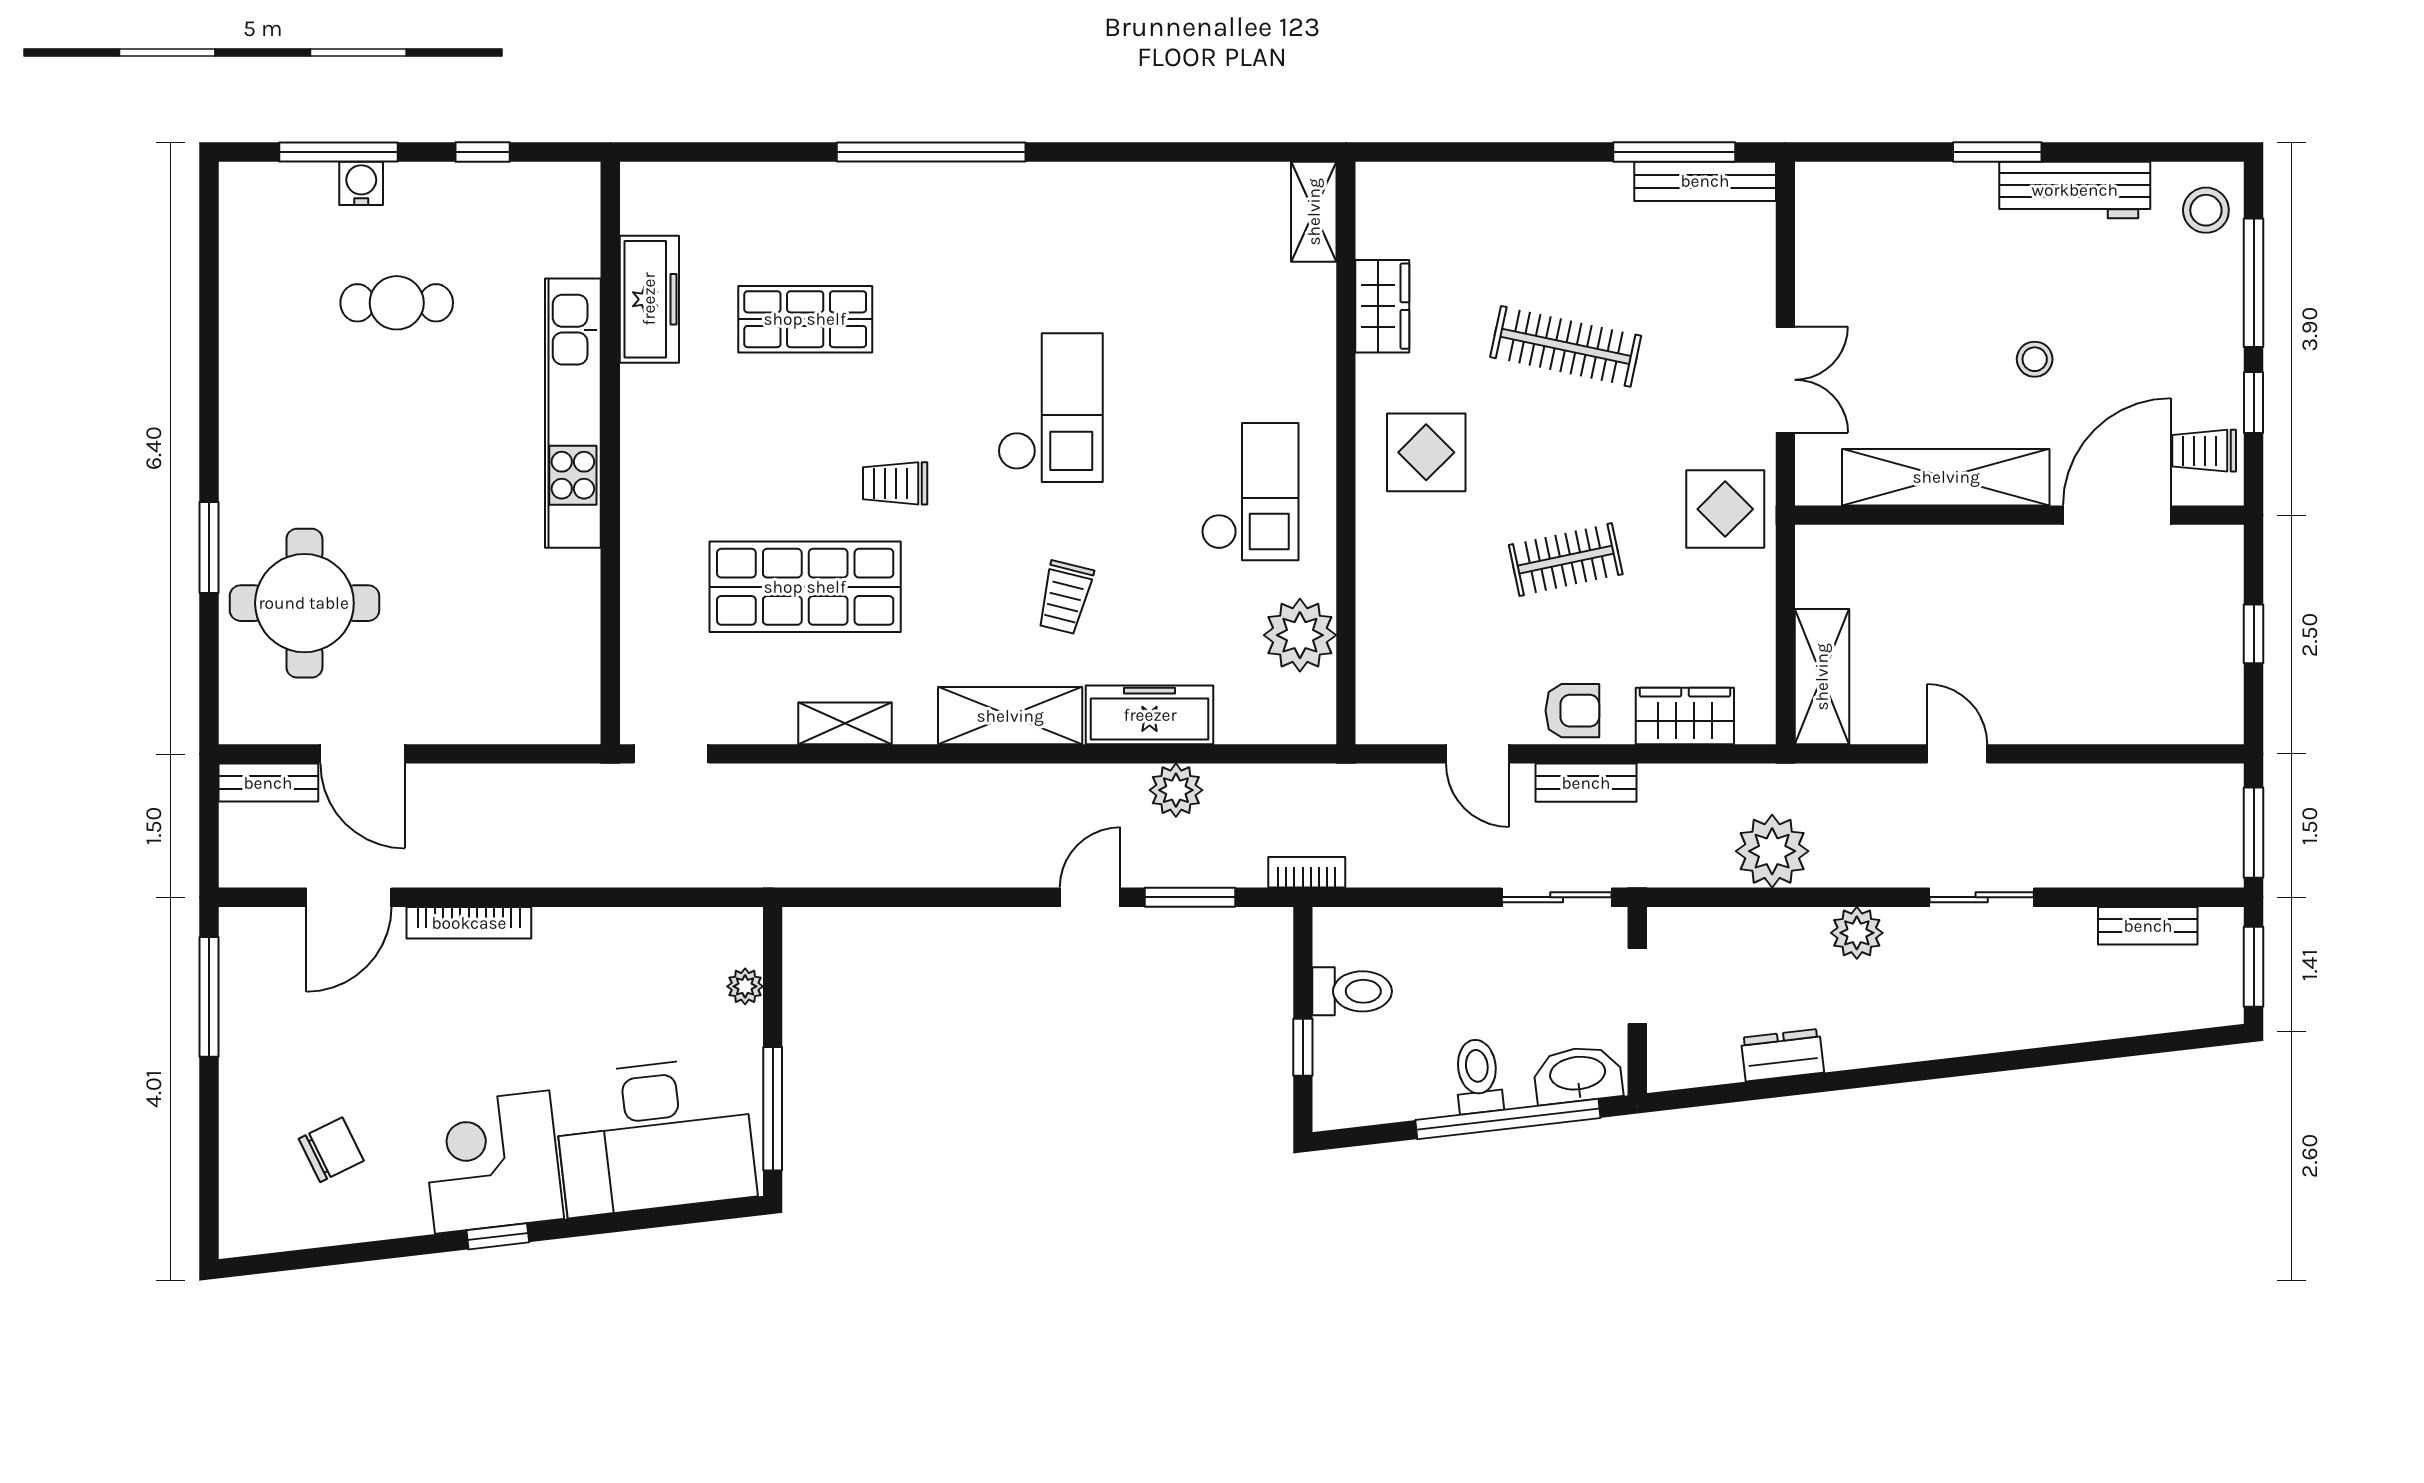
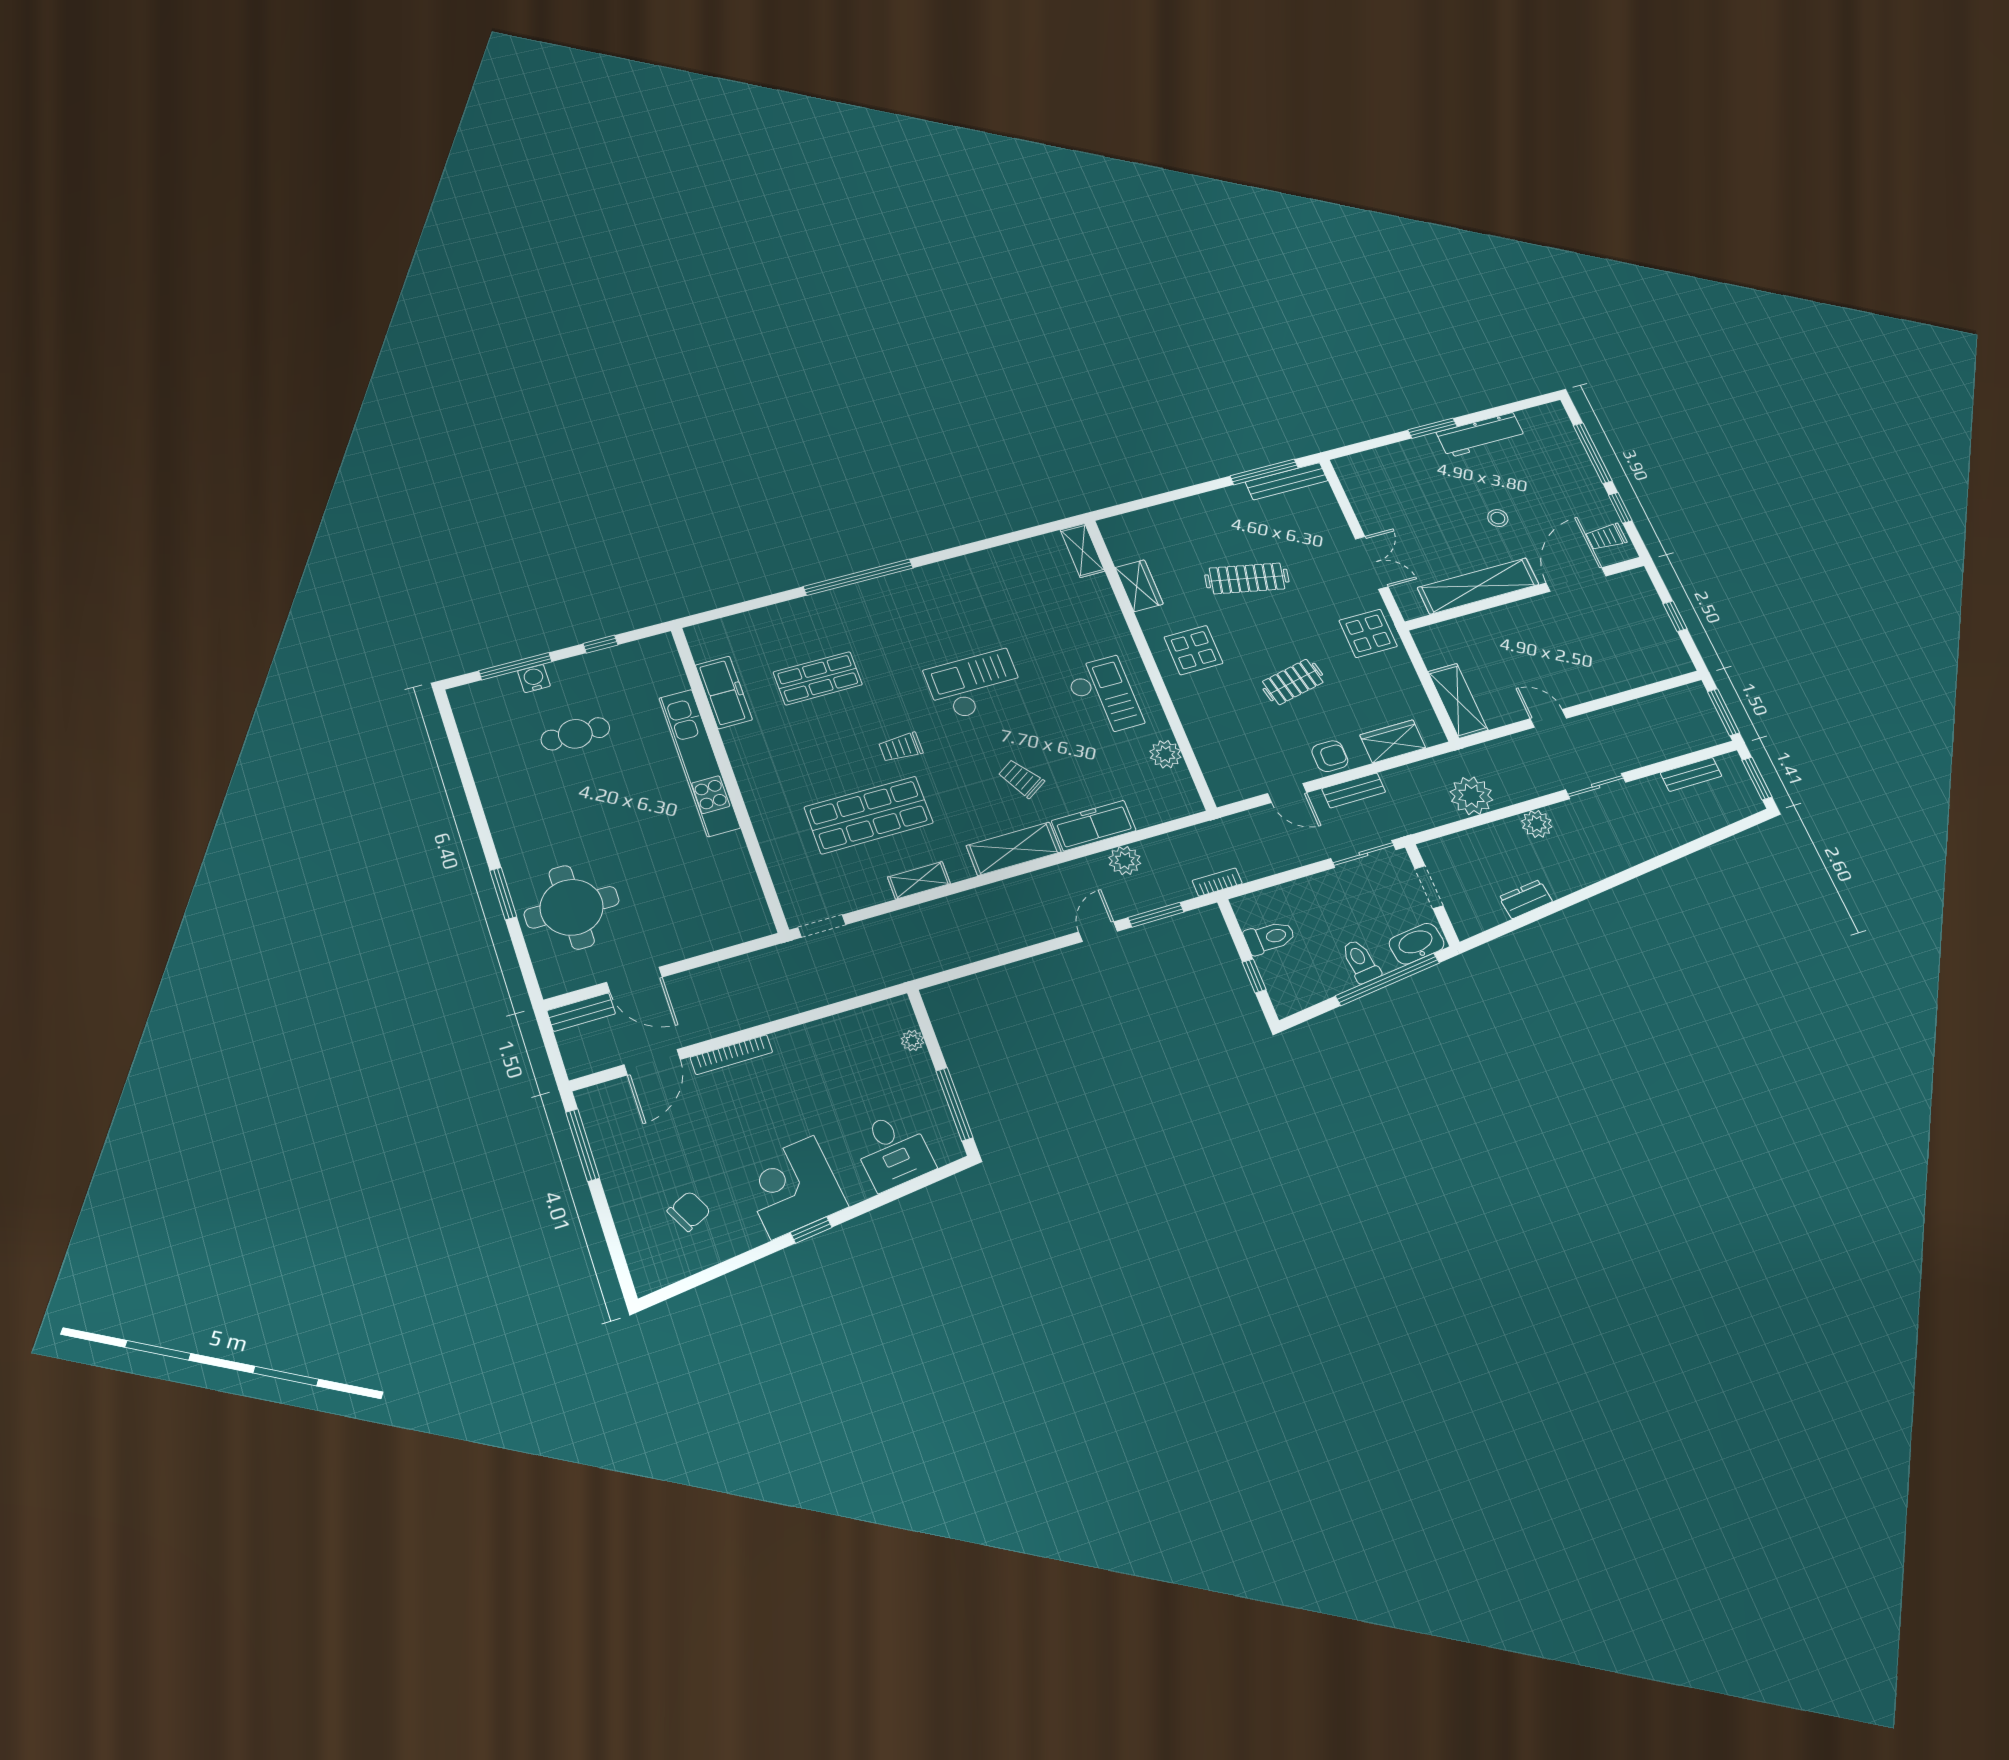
stool: (2206, 210) -> (1552, 427), removed
checkout: (1050, 408) -> (975, 685), turned -90
trolley: (1065, 597) -> (1021, 779), turned 133
plant: (1300, 635) -> (1165, 754), width x0.73, depth x0.73
desk: (655, 1136) -> (893, 1151), width x0.53, depth x0.77

